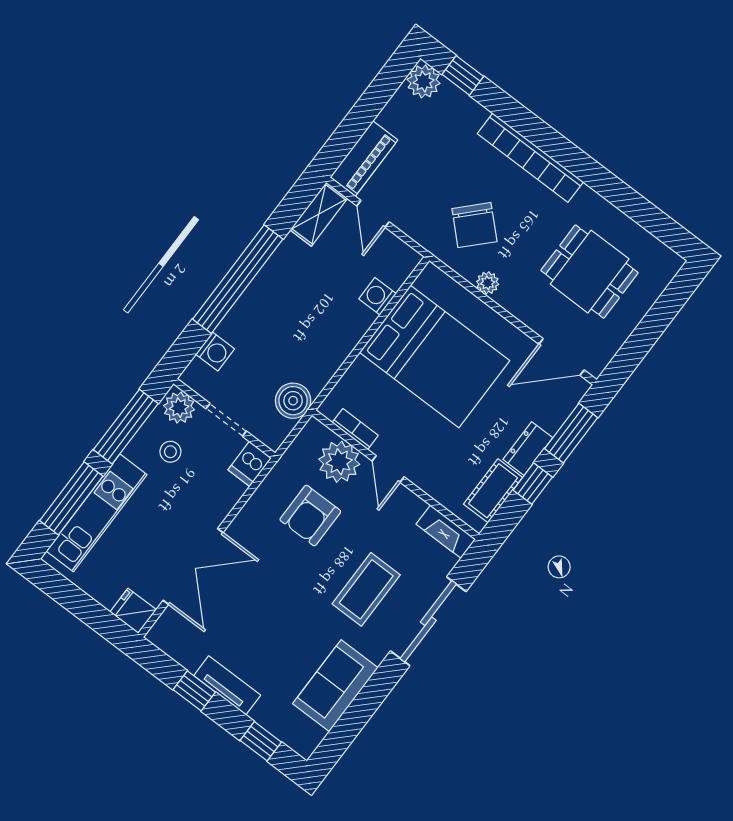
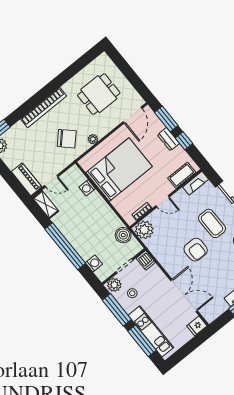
plant: (339, 462) -> (144, 230), moved
cot: (493, 491) -> (182, 175), moved, turned 90
armchair: (310, 516) -> (196, 250), moved

